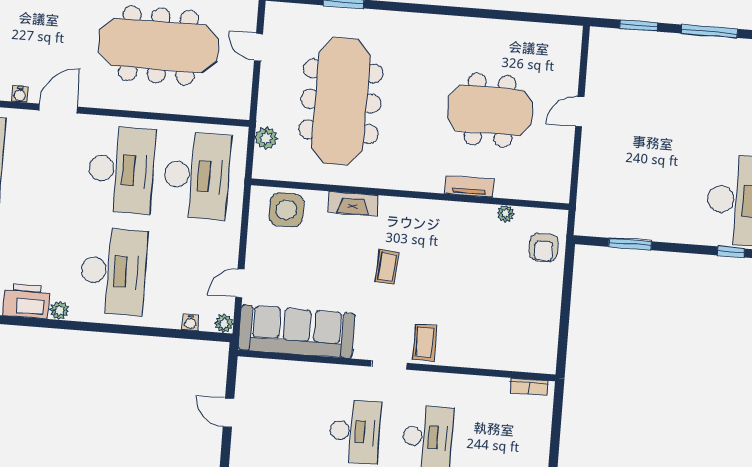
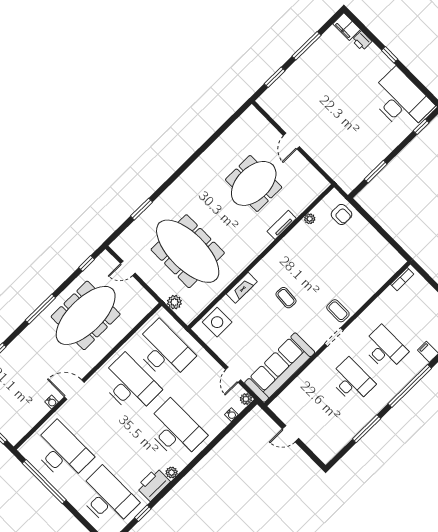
door: (58, 108) -> (74, 390), hinge flipped

